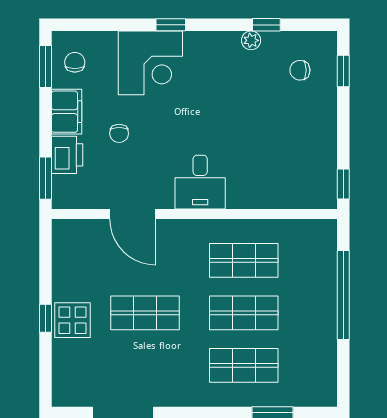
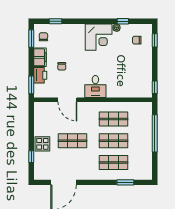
window: (171, 25) -> (56, 21), moved
corner desk: (150, 63) -> (99, 37), moved
window: (45, 318) -> (31, 157), moved

